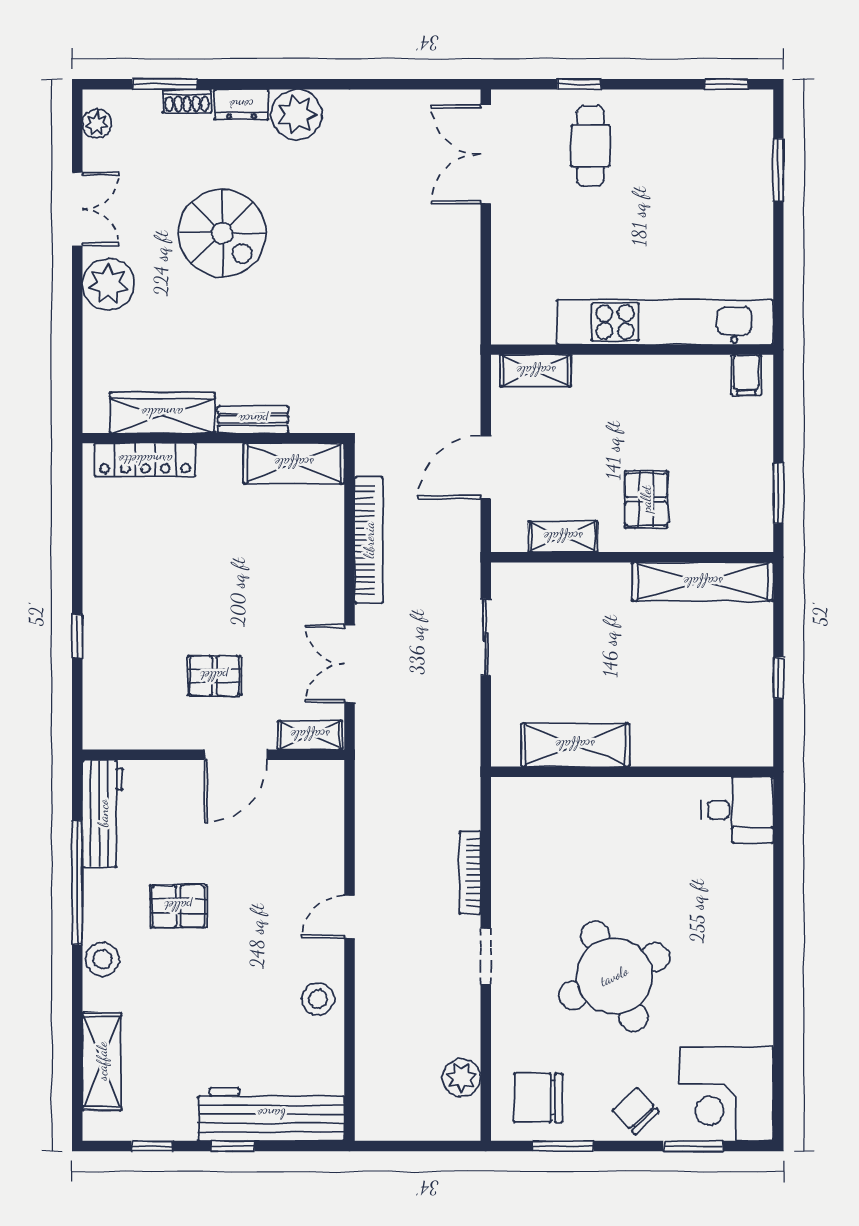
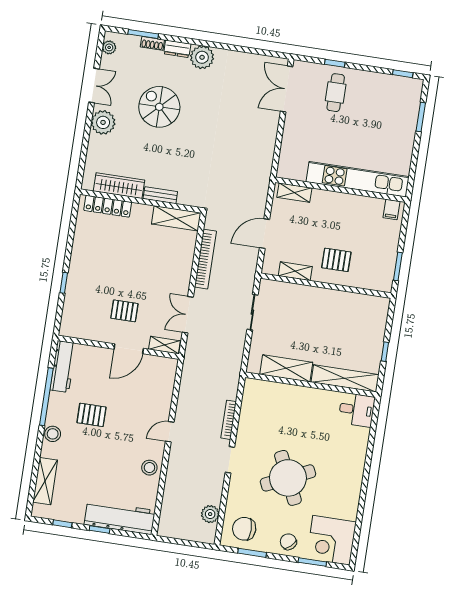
spiral stairs: (222, 233) -> (159, 107), turned 180
pallet: (646, 499) -> (336, 260), turned 90
shelving: (703, 582) -> (345, 378), moved

